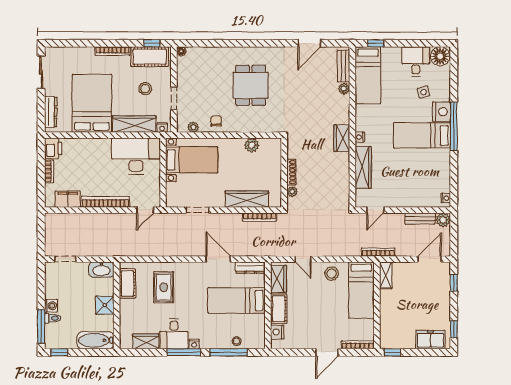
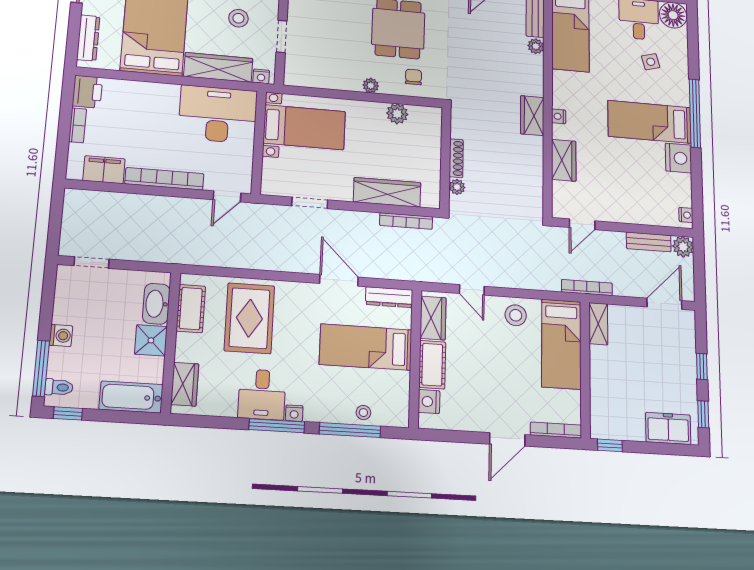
nightstand: (441, 112) -> (678, 158), moved
chair: (216, 121) -> (413, 77), moved
plant: (193, 127) -> (371, 86), moved
wardrobe: (363, 167) -> (564, 160), width x0.67
washbasin: (101, 270) -> (156, 304), moved, turned 90
window: (454, 283) -> (702, 367), moved
rug: (164, 287) -> (249, 318), width x1.36, depth x1.43
toilet: (53, 318) -> (59, 387), moved
wardrobe: (146, 341) -> (185, 384), moved, turned 90

